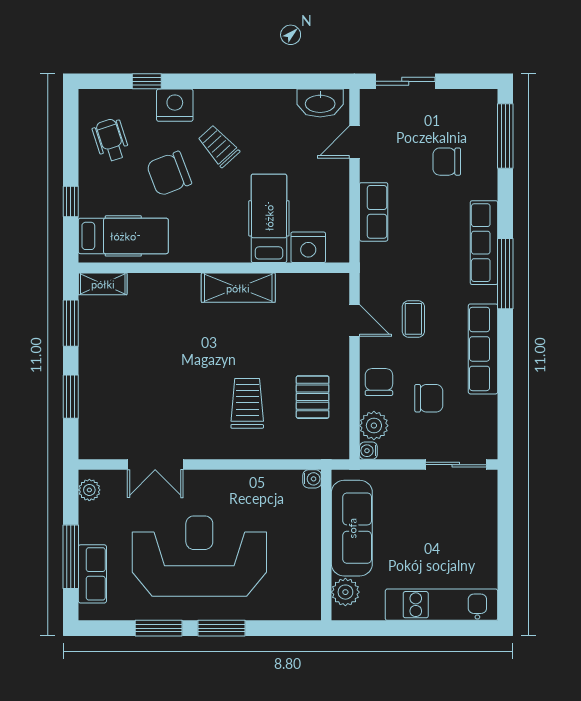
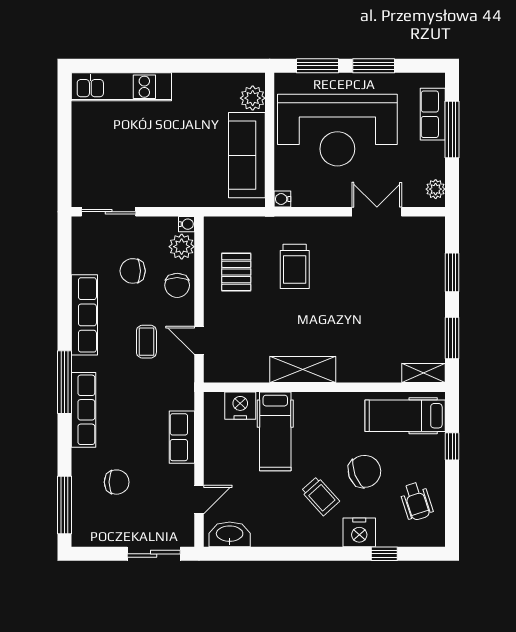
water cooler: (312, 479) -> (282, 199), moved
sofa: (352, 528) -> (247, 155), moved
wall: (326, 545) -> (270, 140), moved
plant: (345, 592) -> (253, 98), moved

